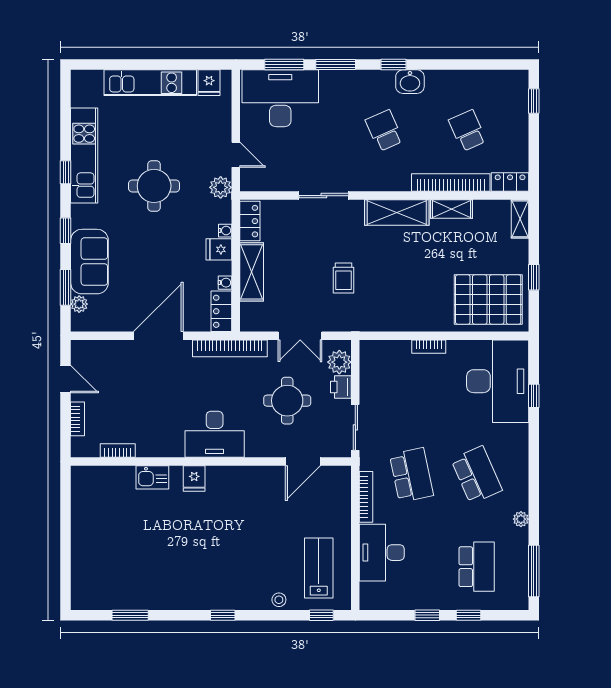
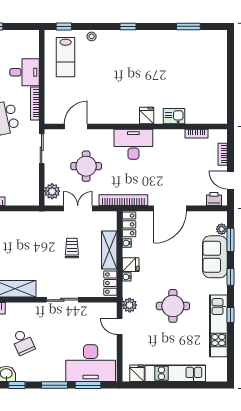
trolley: (344, 278) -> (72, 248), moved
printer: (341, 387) -> (214, 199), moved, turned -90
desk: (382, 553) -> (24, 72), width x0.73

